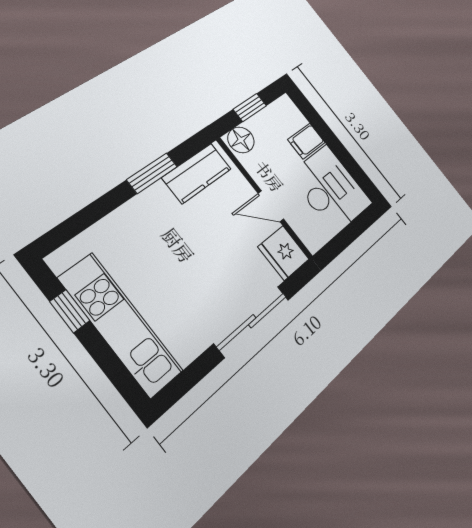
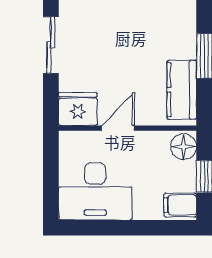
filing cabinet: (306, 141) -> (180, 205), moved, turned -90
sliding door: (252, 321) -> (51, 45), width x0.73

